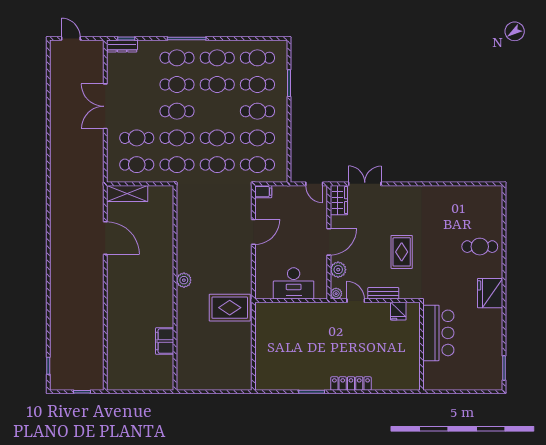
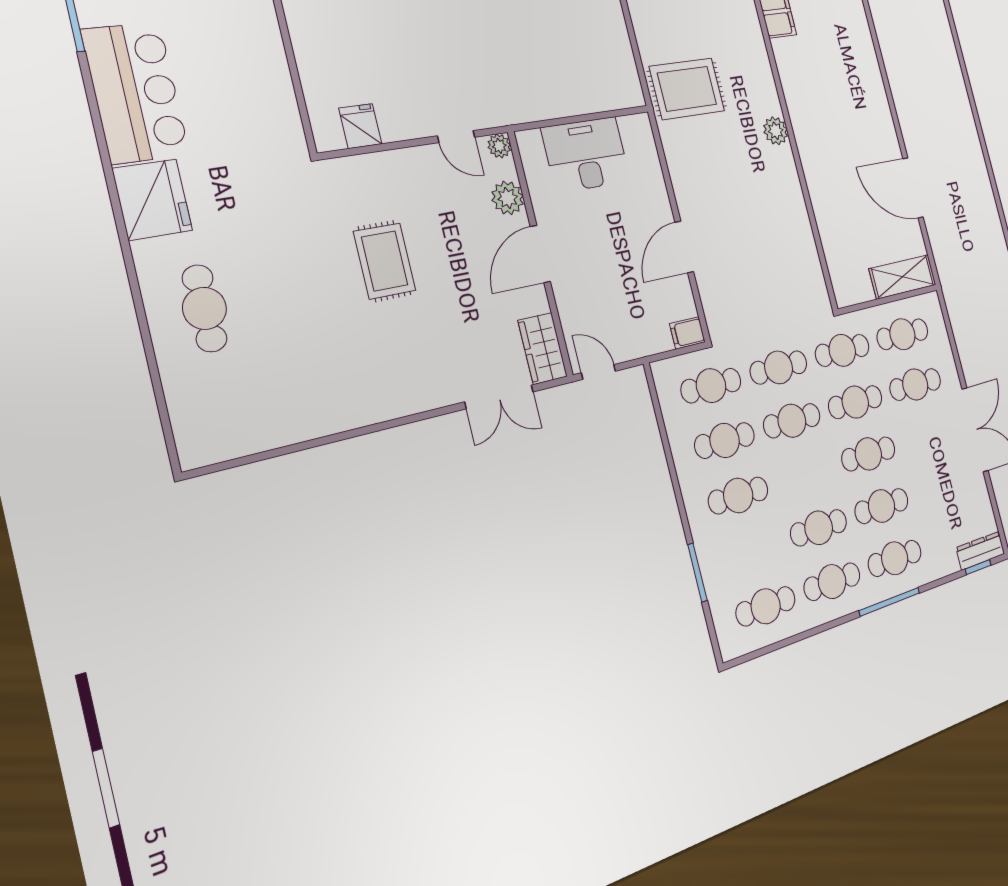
cafe table: (257, 84) -> (752, 551), removed
cafe table: (480, 247) -> (205, 308), turned 90
bench: (383, 293) -> (402, 161), removed
bar counter: (438, 333) -> (135, 92), moved, turned 180

